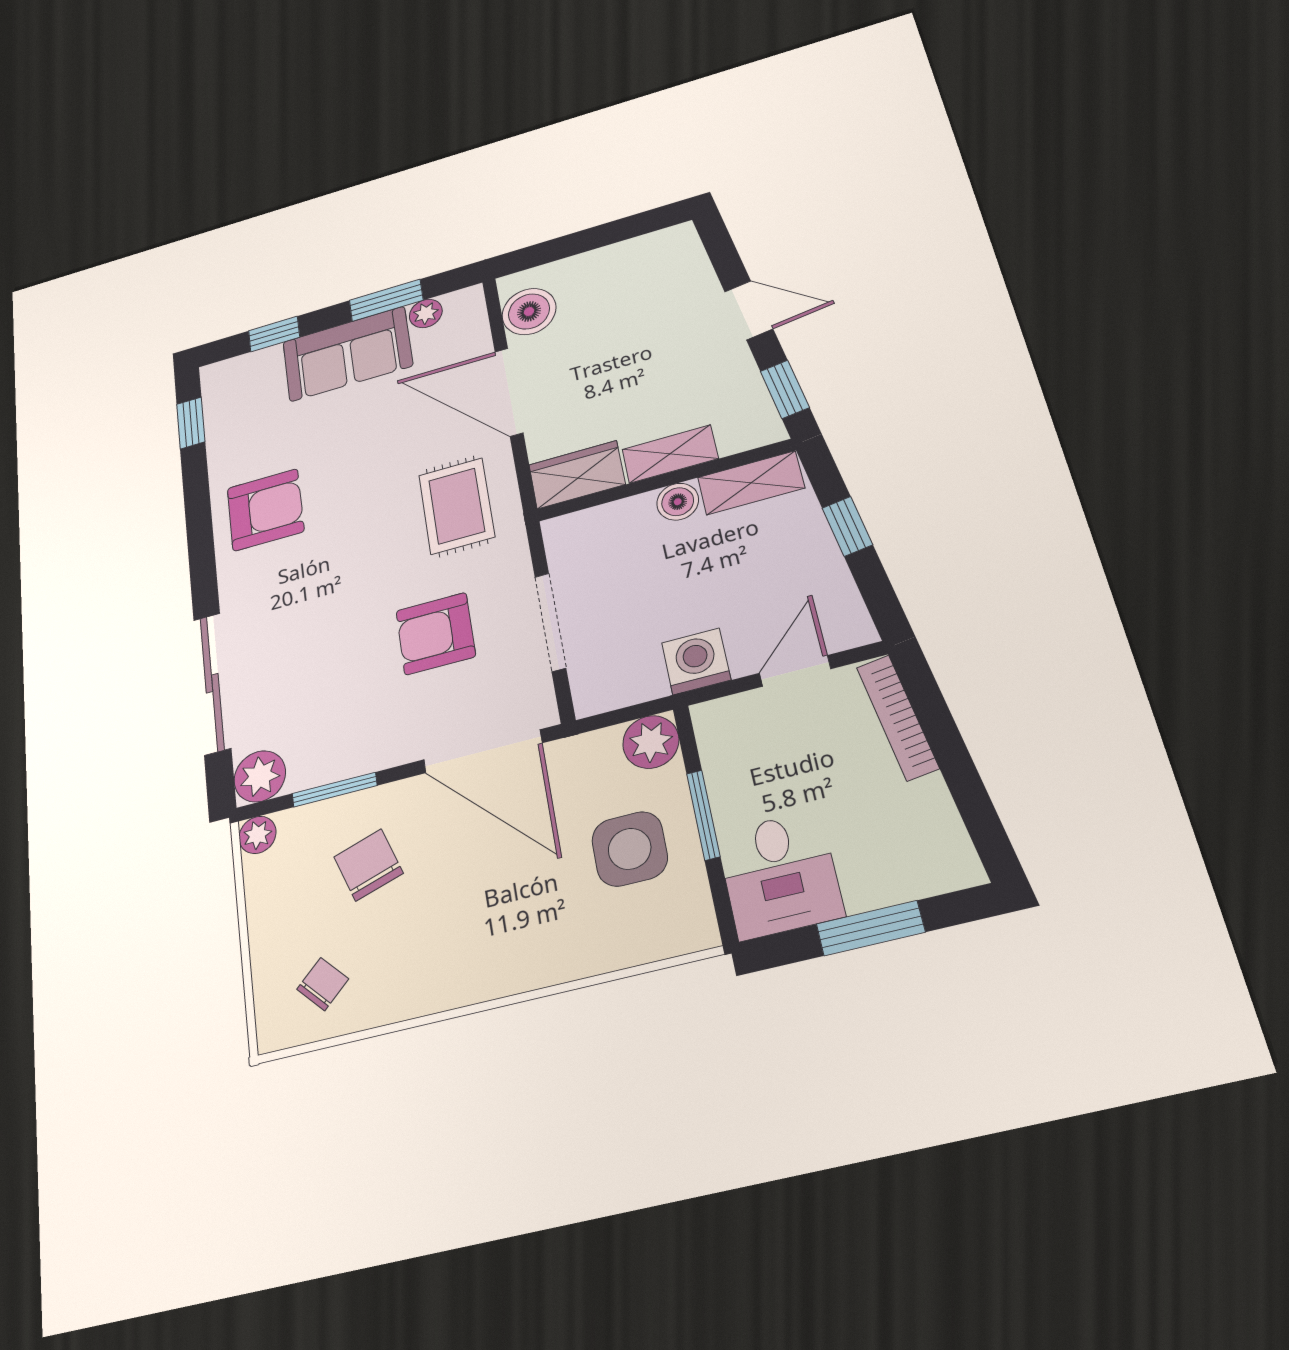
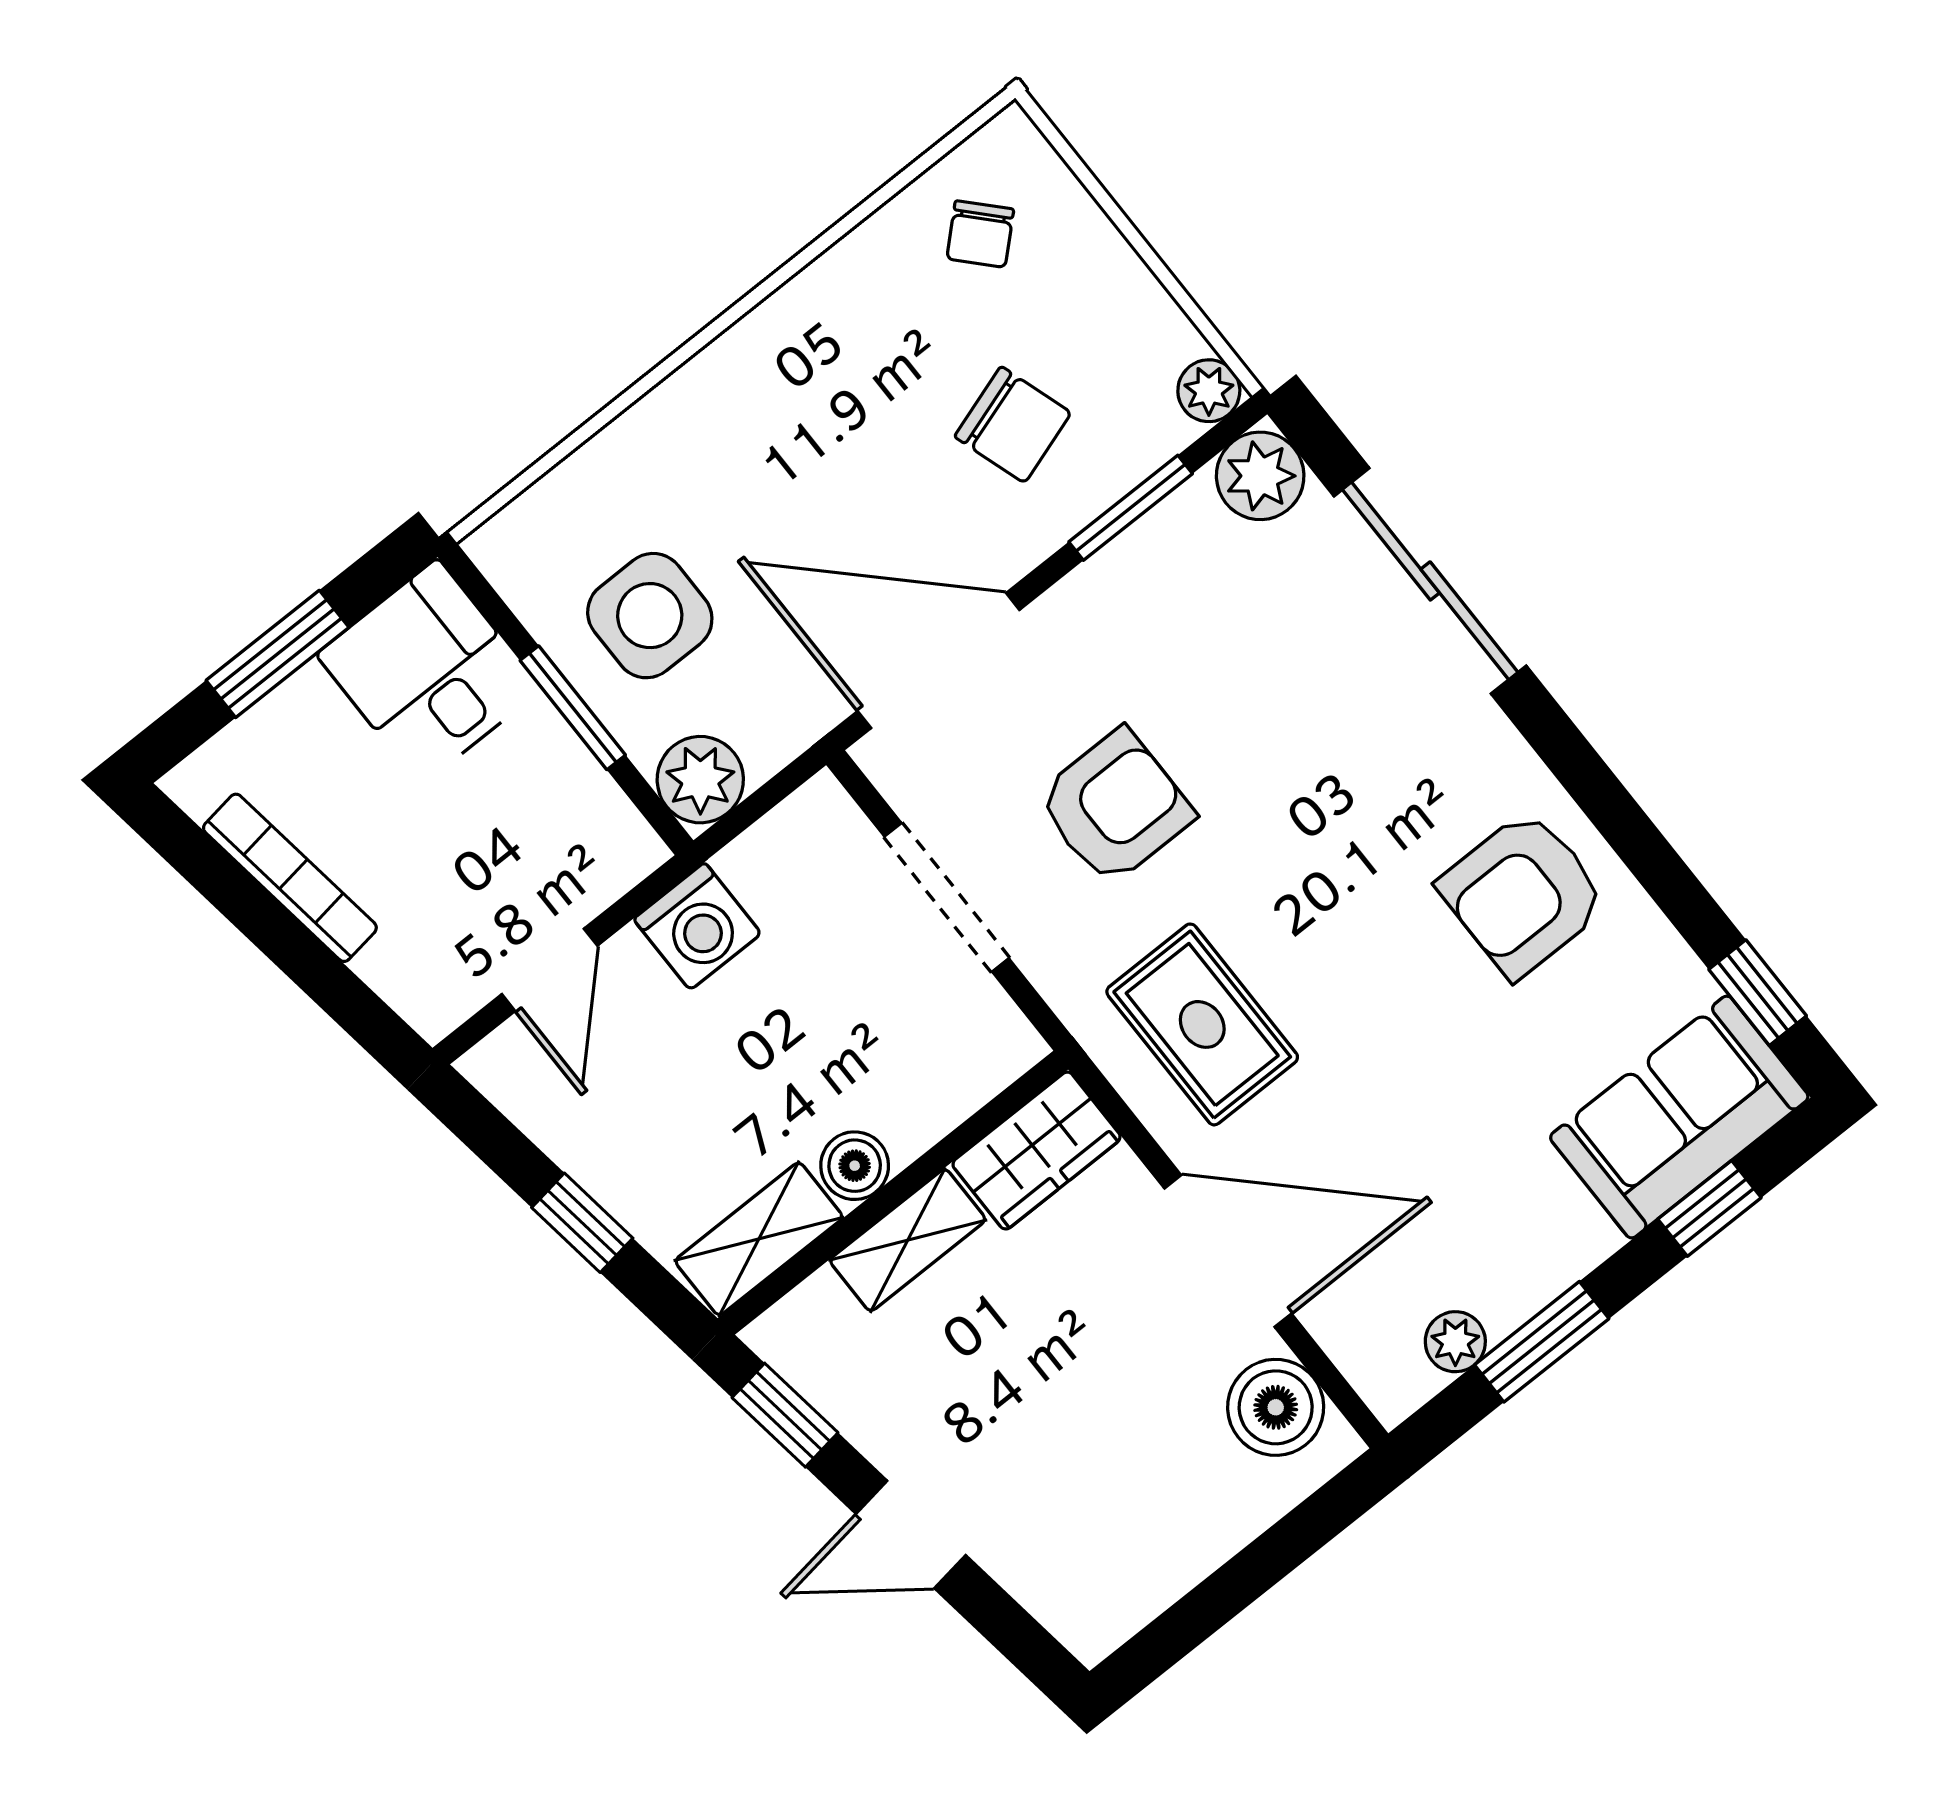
sofa: (347, 354) -> (1679, 1117), moved
bookcase: (898, 717) -> (290, 878), moved

